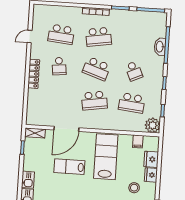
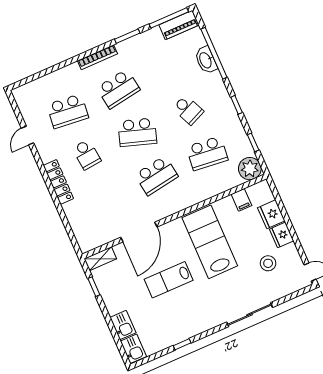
piano: (155, 17) -> (179, 25), added

